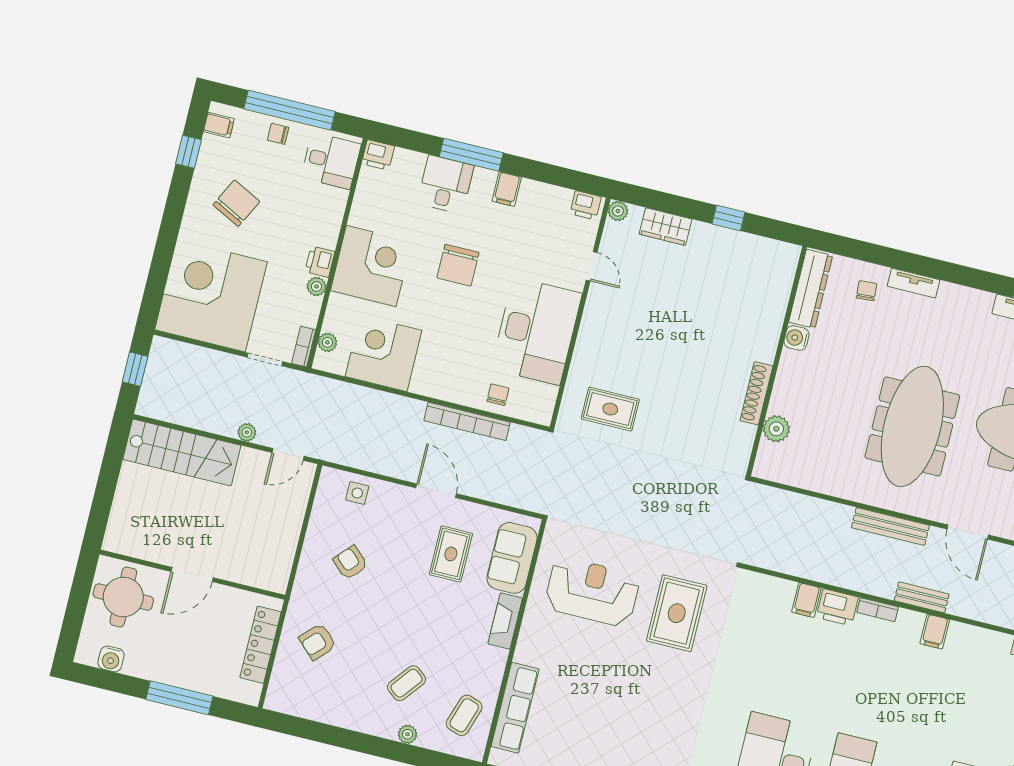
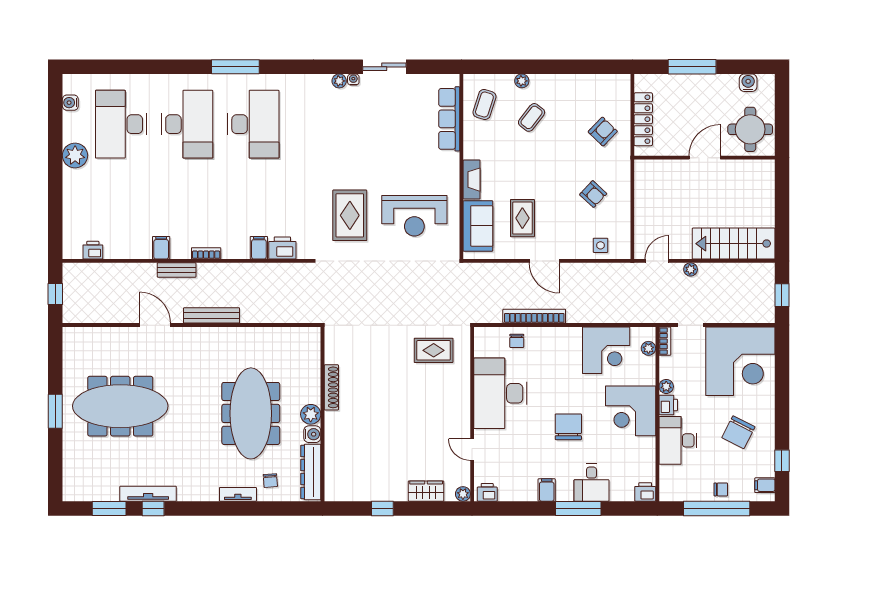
desk: (331, 161) -> (678, 440), moved, width x1.37
meeting table: (912, 426) -> (251, 413), moved
plant: (776, 429) -> (311, 414), moved
printer: (837, 607) -> (282, 248), moved

